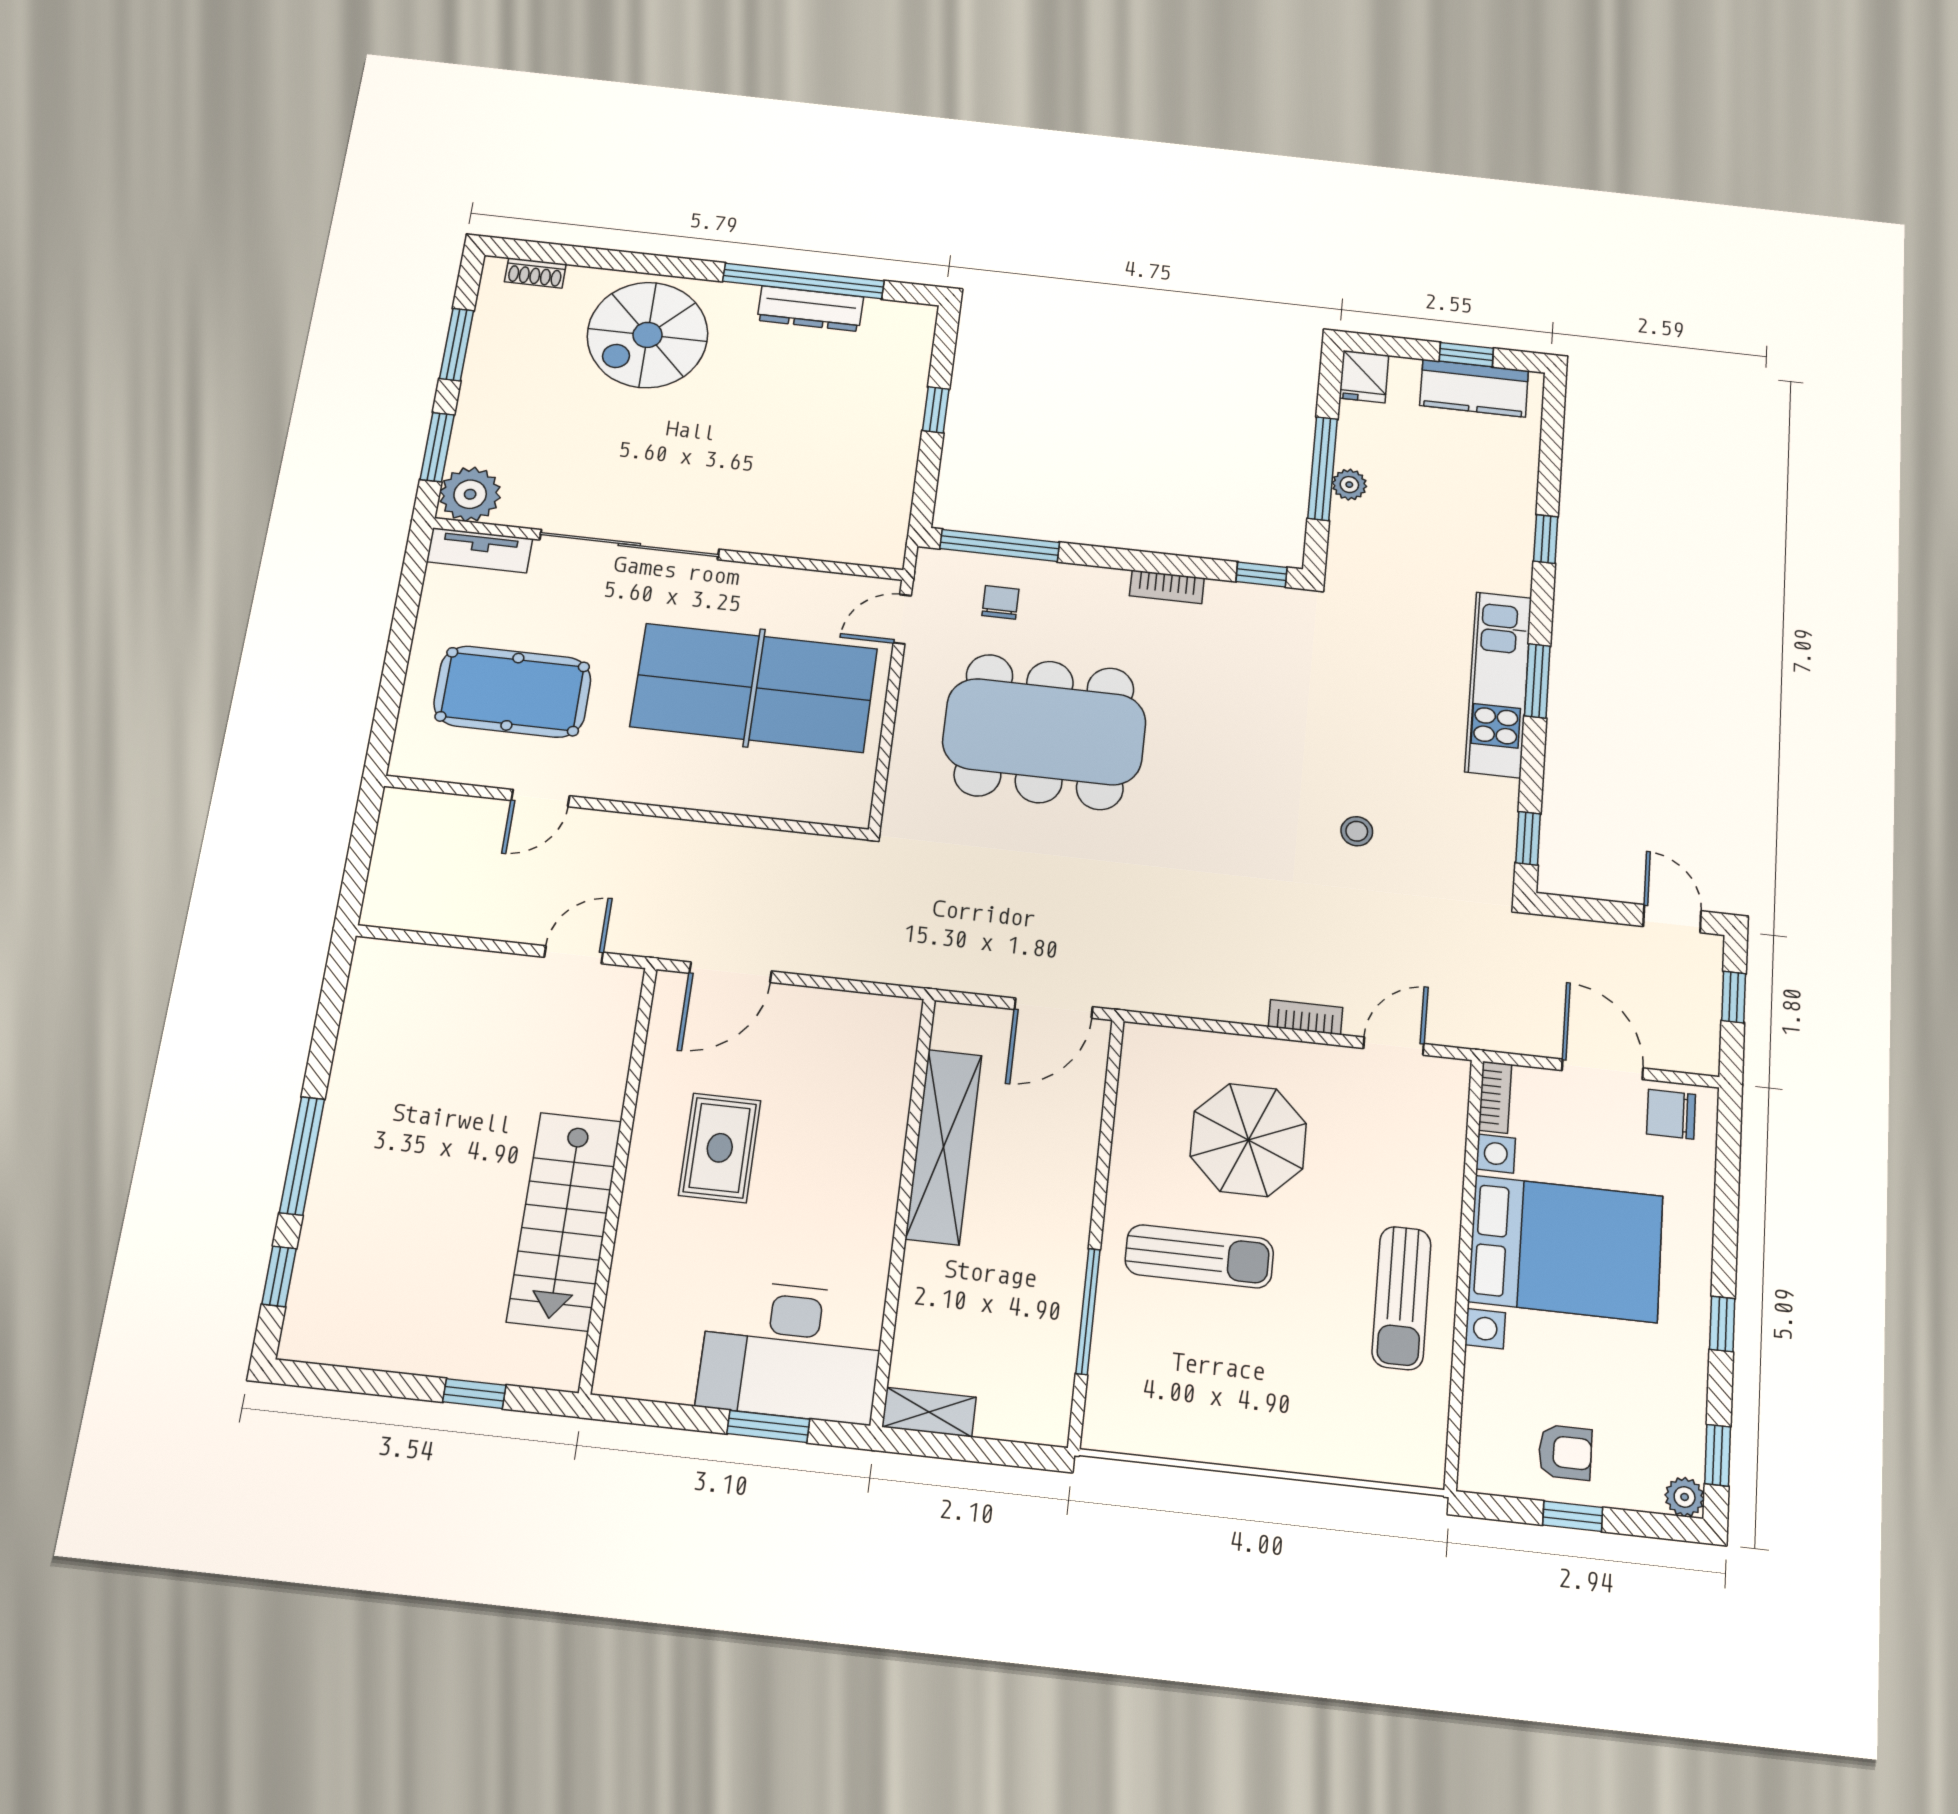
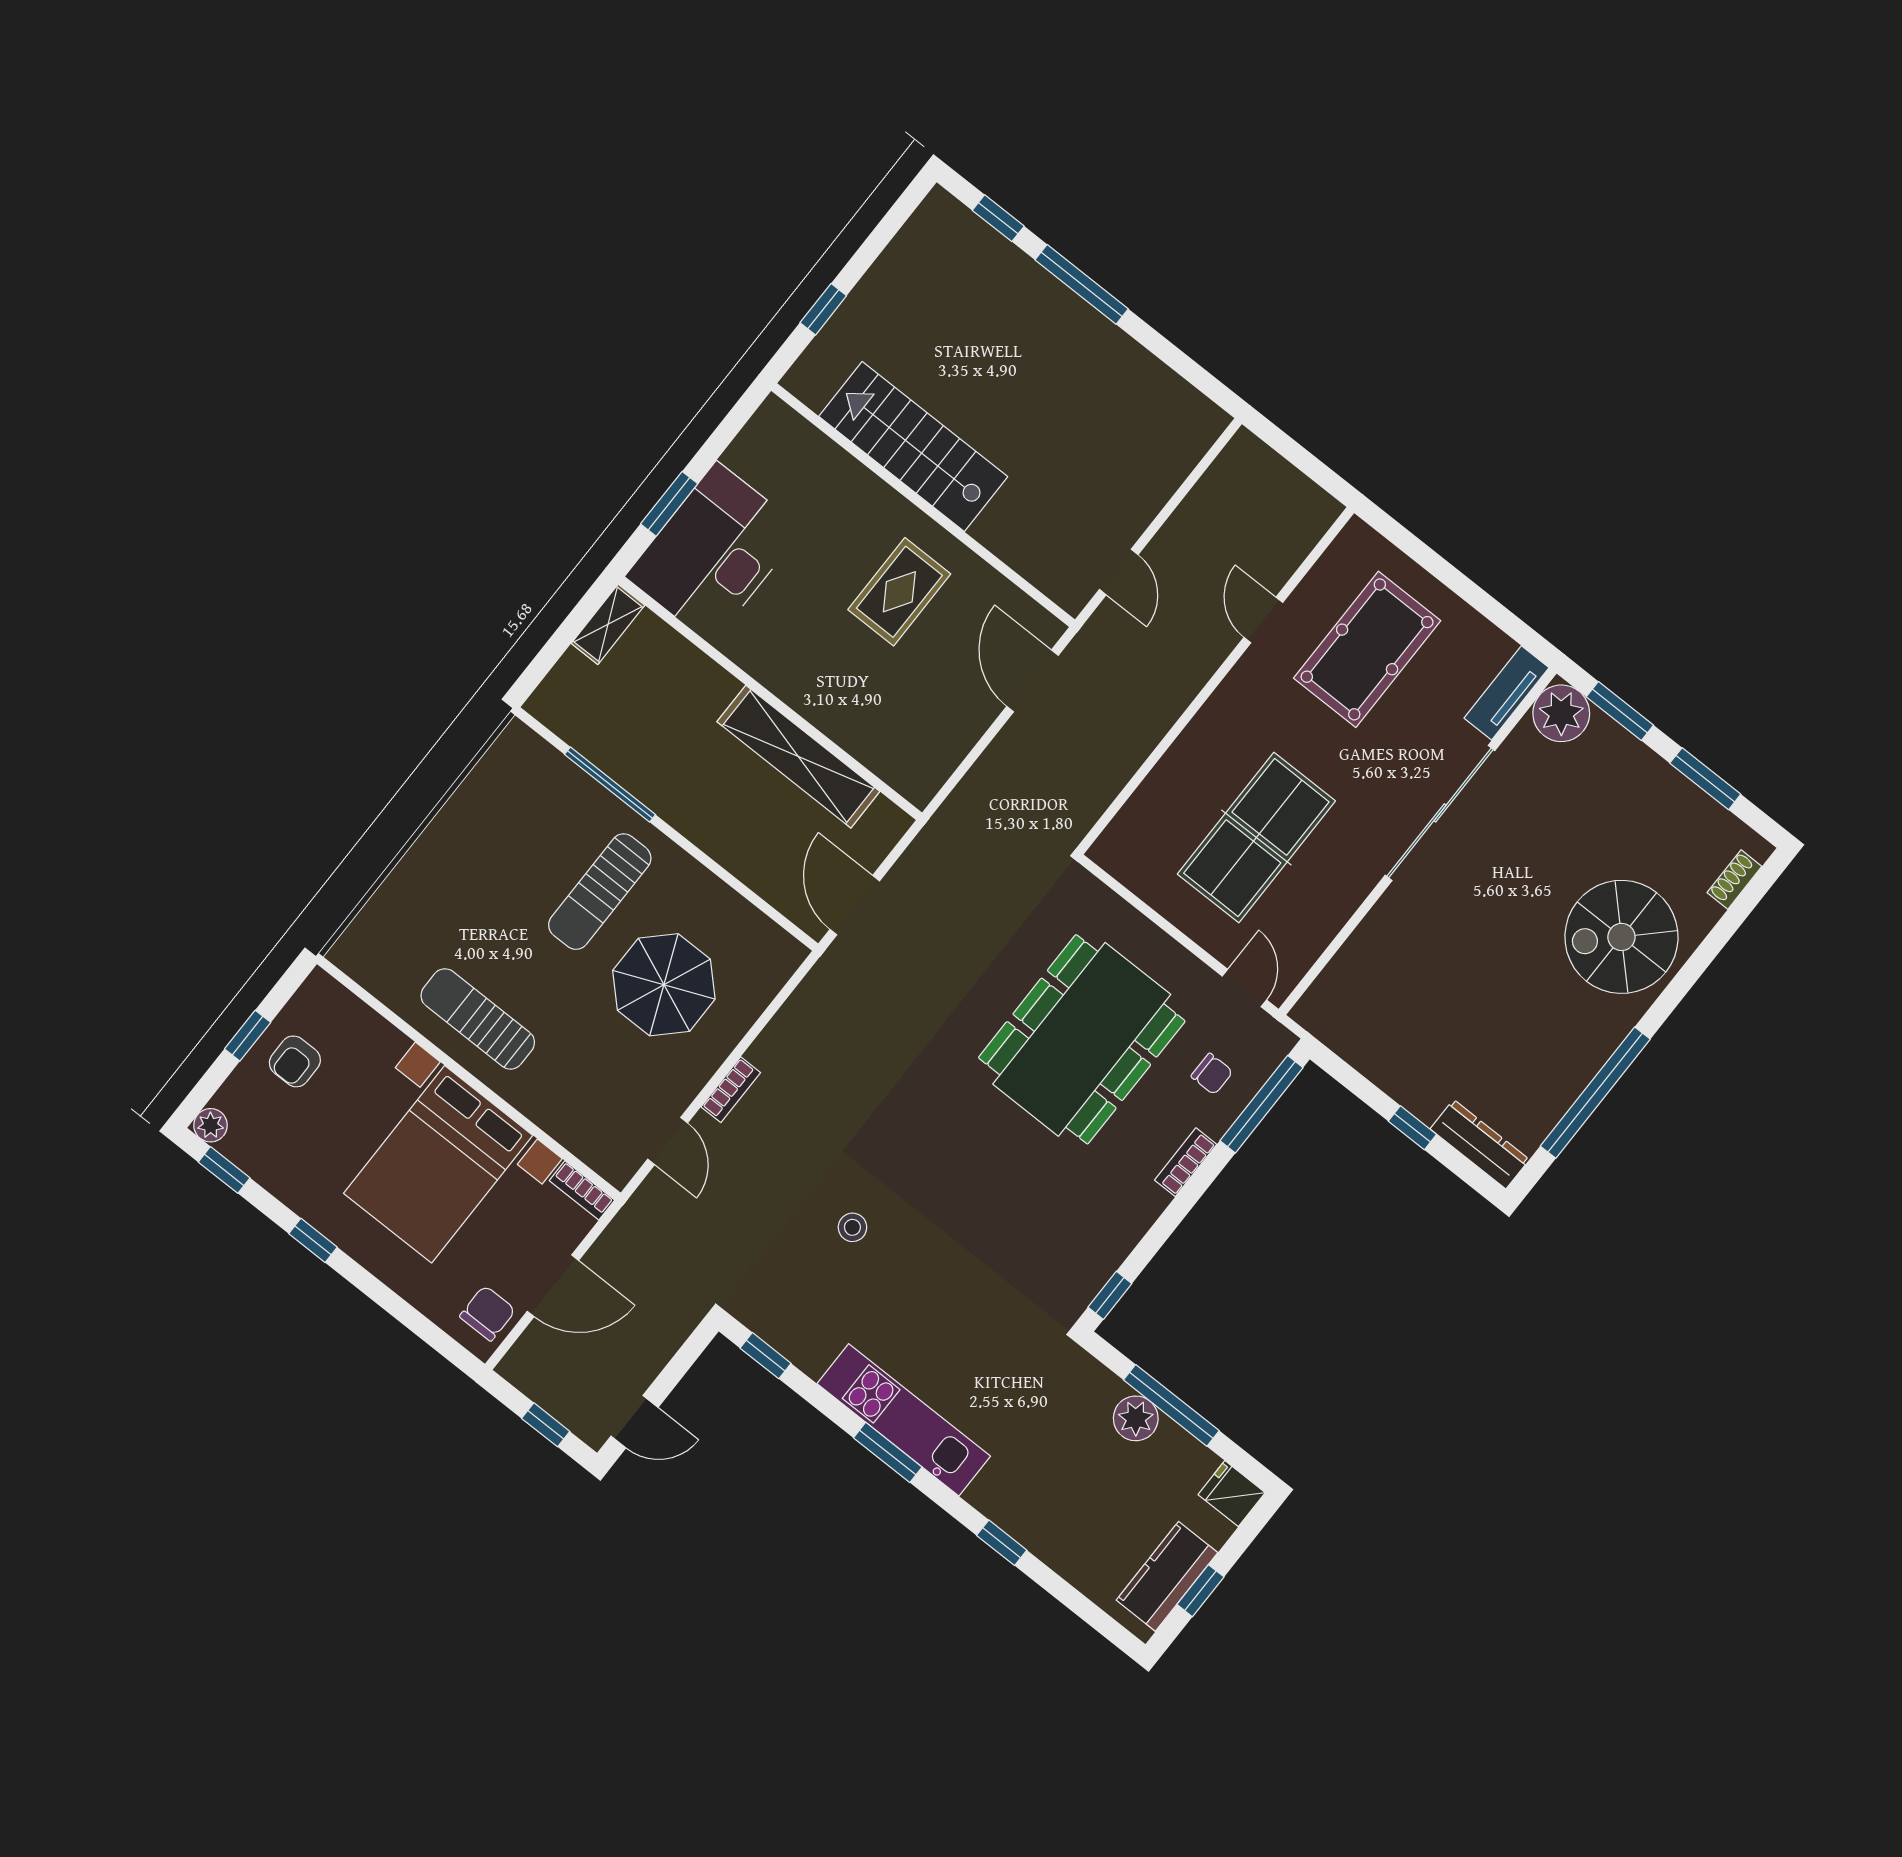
dresser: (810, 309) -> (1480, 1144), moved, turned 90
spiral stairs: (648, 335) -> (1621, 937), turned -90
plant: (1349, 485) -> (1136, 1418), width x1.38, depth x1.38
bookcase: (1167, 587) -> (1186, 1162), moved
table tennis table: (754, 688) -> (1256, 838), width x0.73, depth x0.76
rug: (720, 1148) -> (899, 592), turned 90

